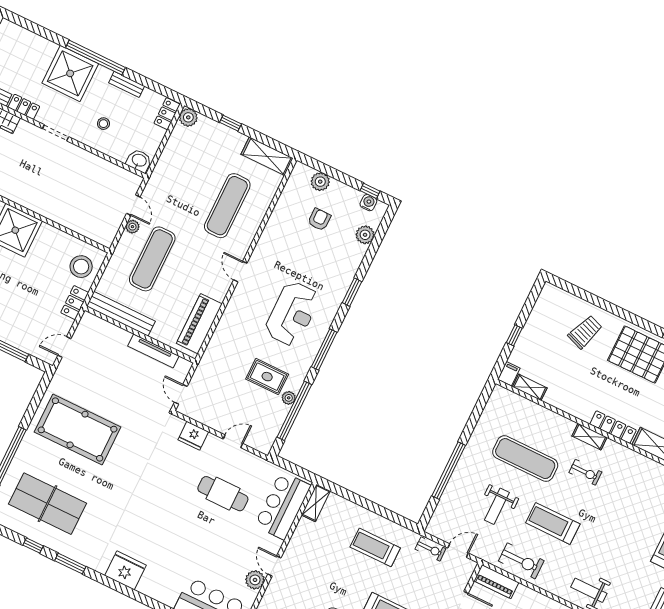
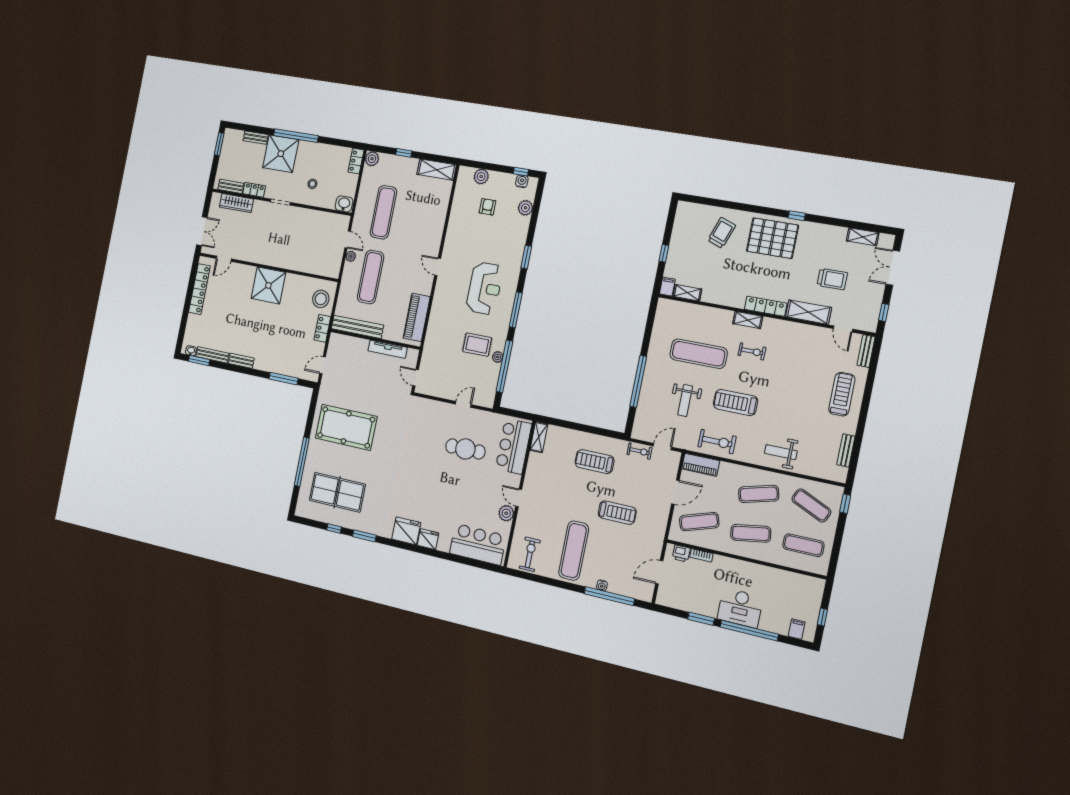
bench: (127, 84) -> (256, 138), moved
exercise mat: (227, 206) -> (383, 212), moved
fridge: (193, 436) -> (428, 539), moved, turned 180

